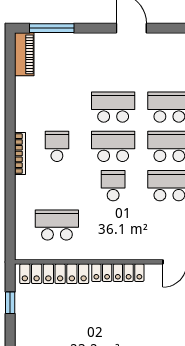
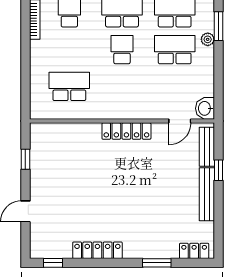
locker: (54, 274) -> (67, 132), removed

